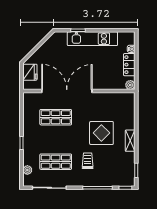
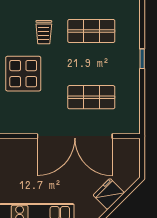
fridge: (30, 72) -> (109, 194), moved, turned 45
plant: (27, 170) -> (133, 19), removed

